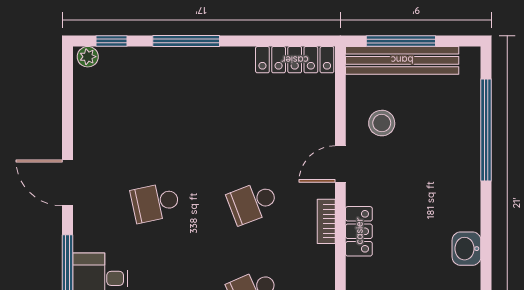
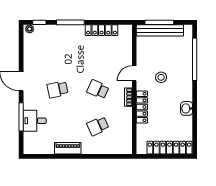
locker: (295, 60) -> (102, 30), moved
stool: (382, 123) -> (161, 77), moved
school desk: (253, 203) -> (98, 89), turned 45
locker: (359, 231) -> (142, 107), width x1.53

